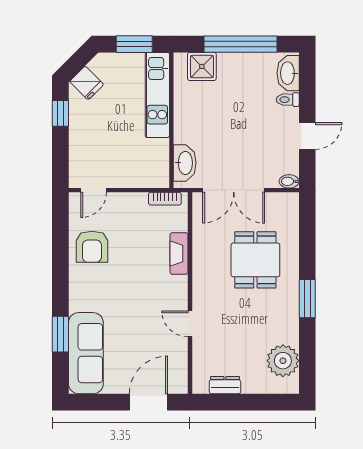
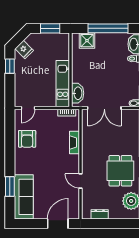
kitchen unit: (157, 95) -> (63, 84), moved
dining table: (255, 260) -> (120, 171), moved

